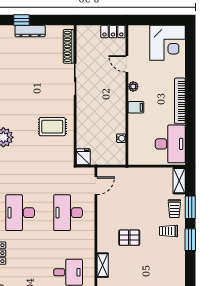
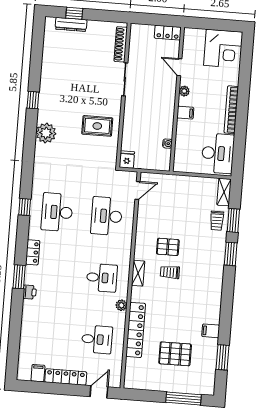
dresser: (30, 31) -> (71, 24), moved
trolley: (168, 231) -> (170, 272), moved

